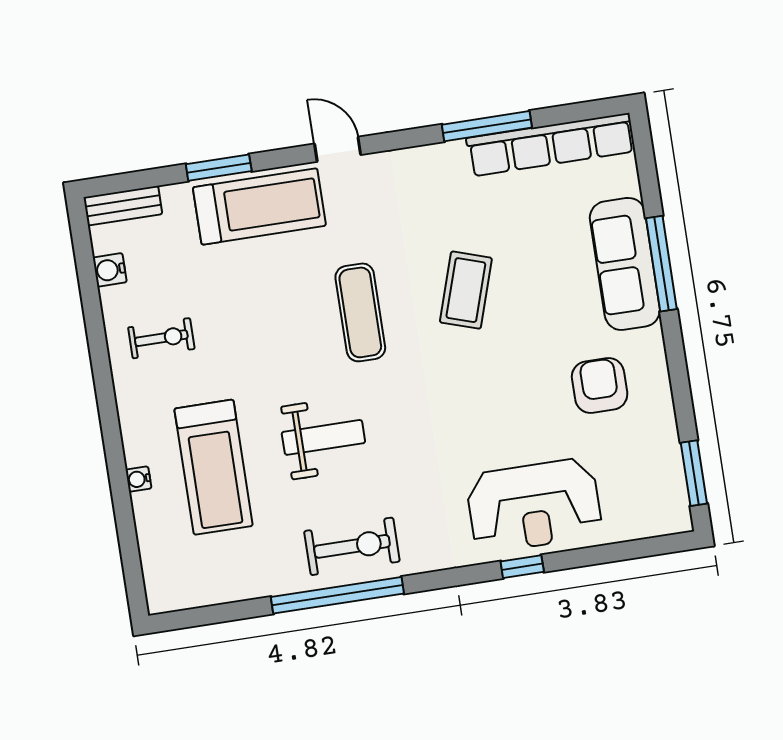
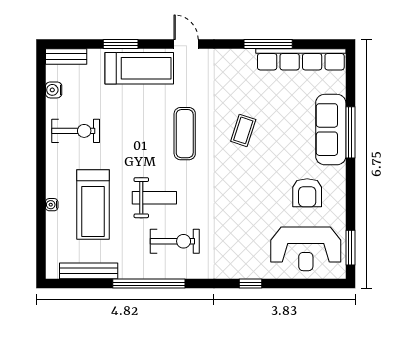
coffee table: (466, 290) -> (243, 130), width x0.73, depth x0.77
exercise bike: (161, 338) -> (76, 131), width x1.38, depth x1.39
armchair: (600, 386) -> (307, 193), turned 180
reception desk: (534, 505) -> (306, 249), moved
exercise bike: (352, 546) -> (175, 241), moved
bench: (224, 589) -> (89, 271), added

